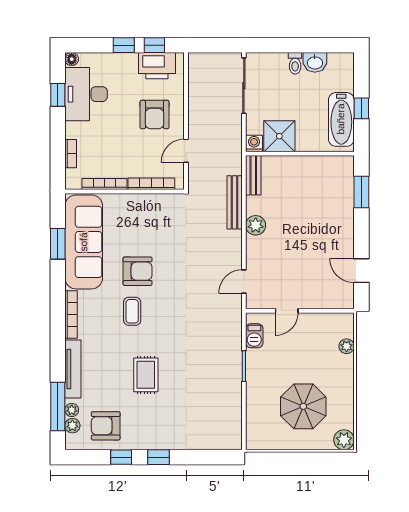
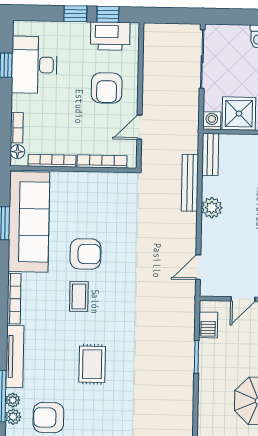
floor lamp: (72, 59) -> (17, 152), moved

